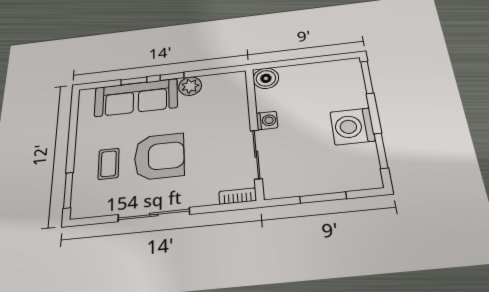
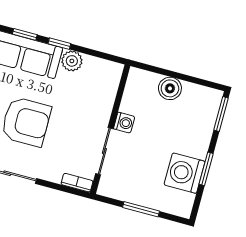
boiler: (266, 78) -> (170, 88), moved
washing machine: (352, 126) -> (185, 173), moved
window: (381, 151) -> (206, 169), moved

